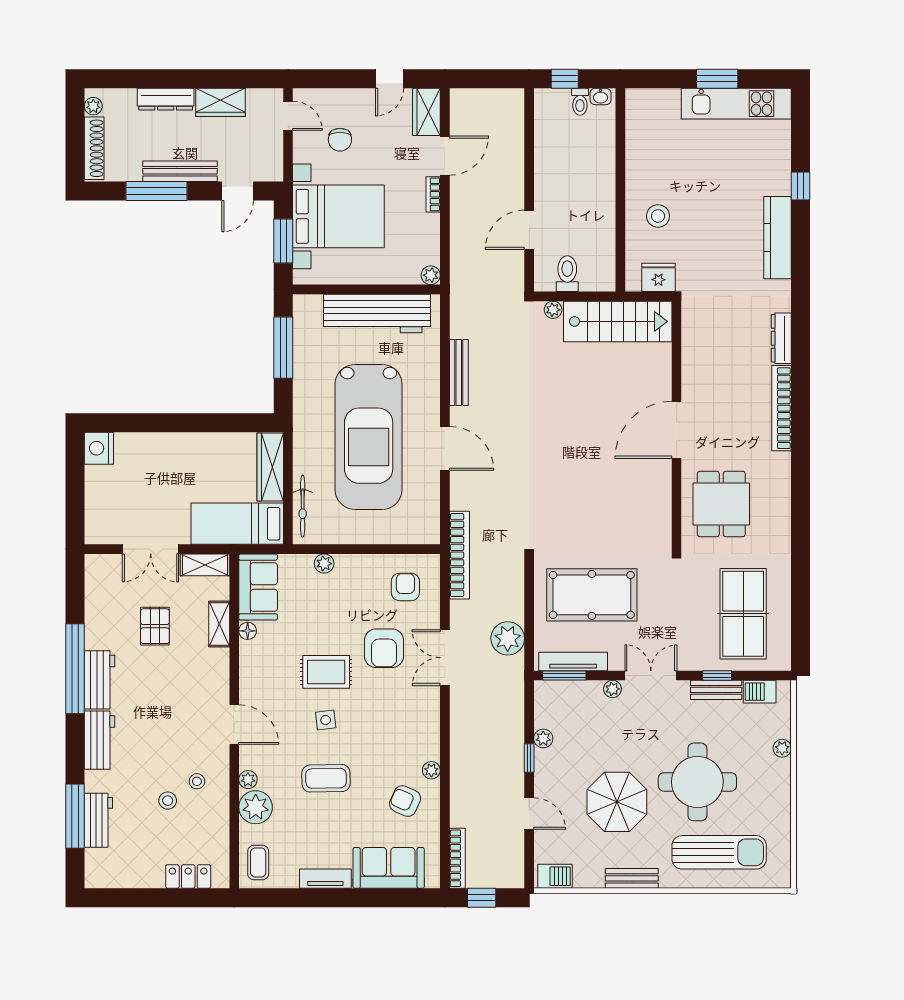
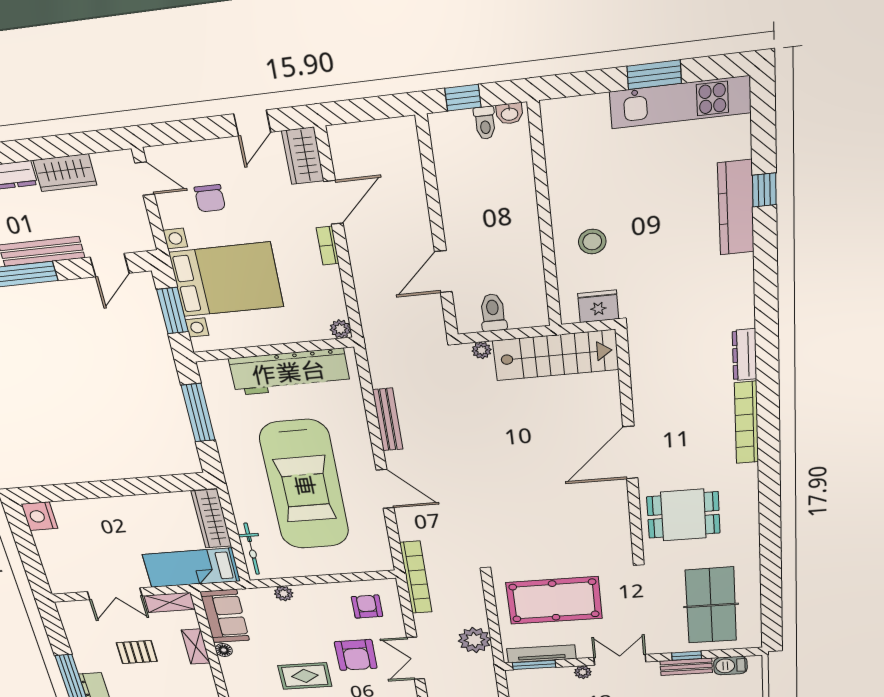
kitchen counter: (778, 238) -> (736, 208), moved
dining table: (721, 504) -> (683, 515), turned 90
pallet: (155, 626) -> (137, 652), turned 90

